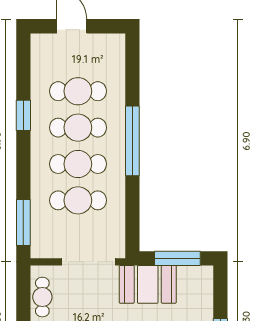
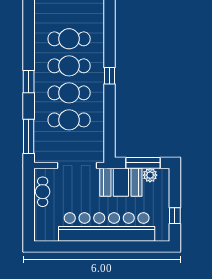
window: (23, 115) -> (29, 82), moved
window: (132, 141) -> (110, 76), width x0.32
plant: (187, 275) -> (150, 175), added

